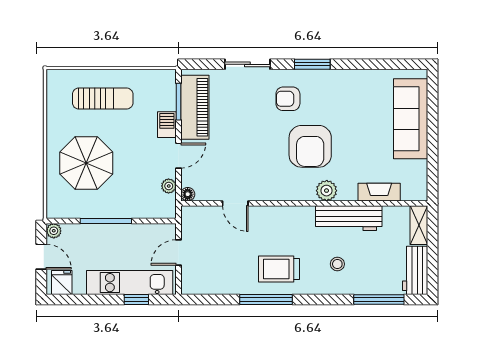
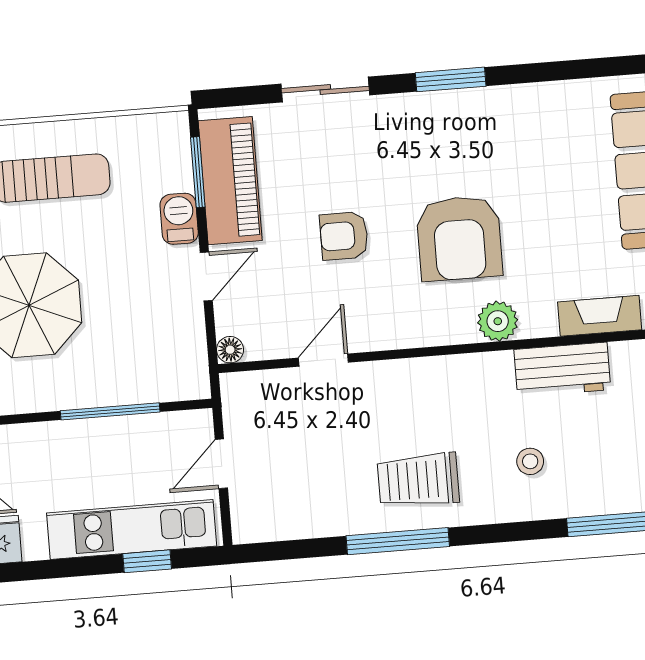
armchair: (288, 99) -> (344, 236), moved
plant: (169, 186) -> (192, 337), removed
door: (235, 203) -> (323, 360), swing flipped
workbench: (349, 218) -> (562, 370), width x0.73
window: (106, 221) -> (110, 411), moved

